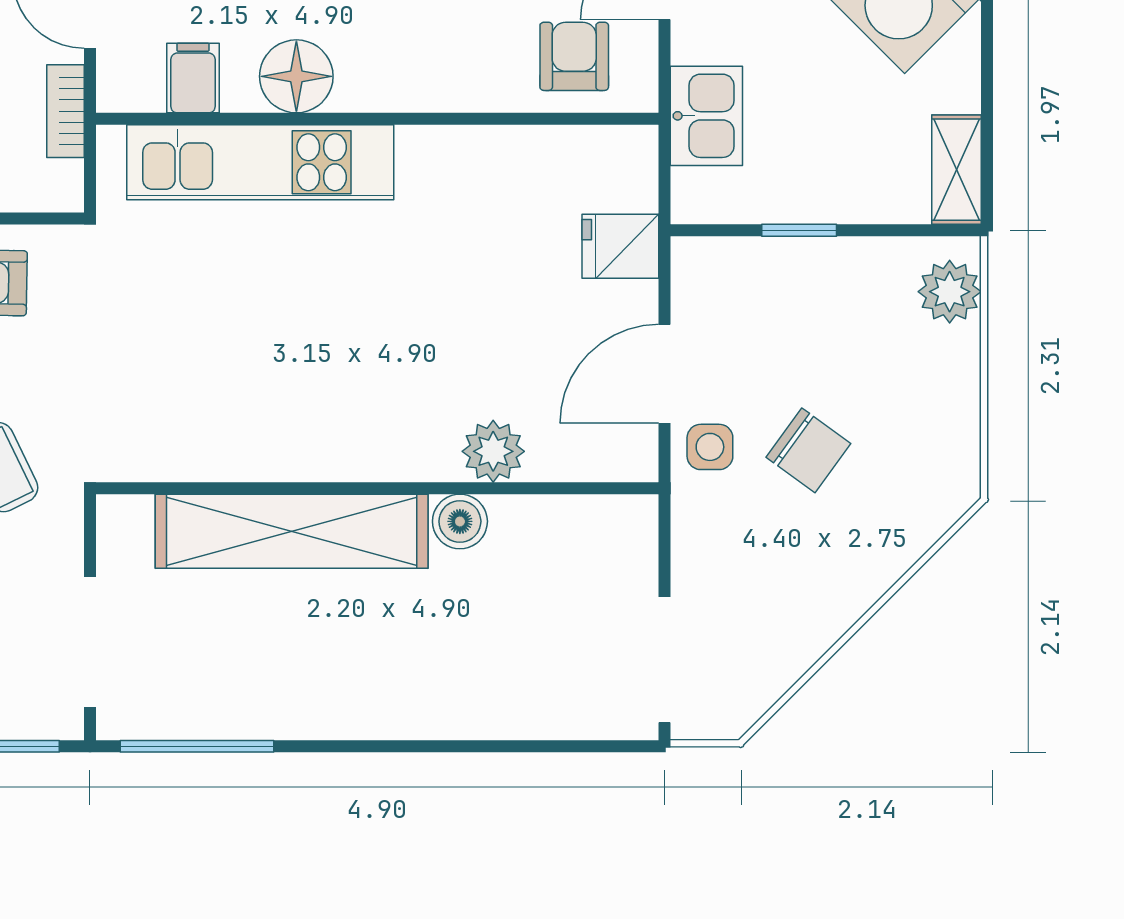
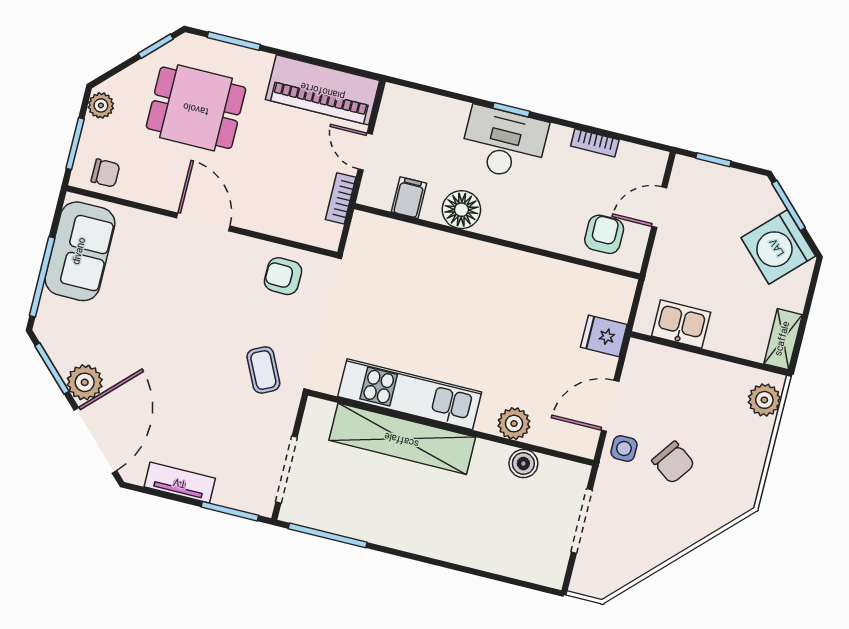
kitchen sink: (706, 116) -> (681, 324), moved, turned -90
kitchen unit: (260, 162) -> (410, 394), moved, turned 180
window: (799, 230) -> (696, 350), removed
boiler: (460, 521) -> (523, 463), moved
doorway: (665, 660) -> (582, 521), moved

